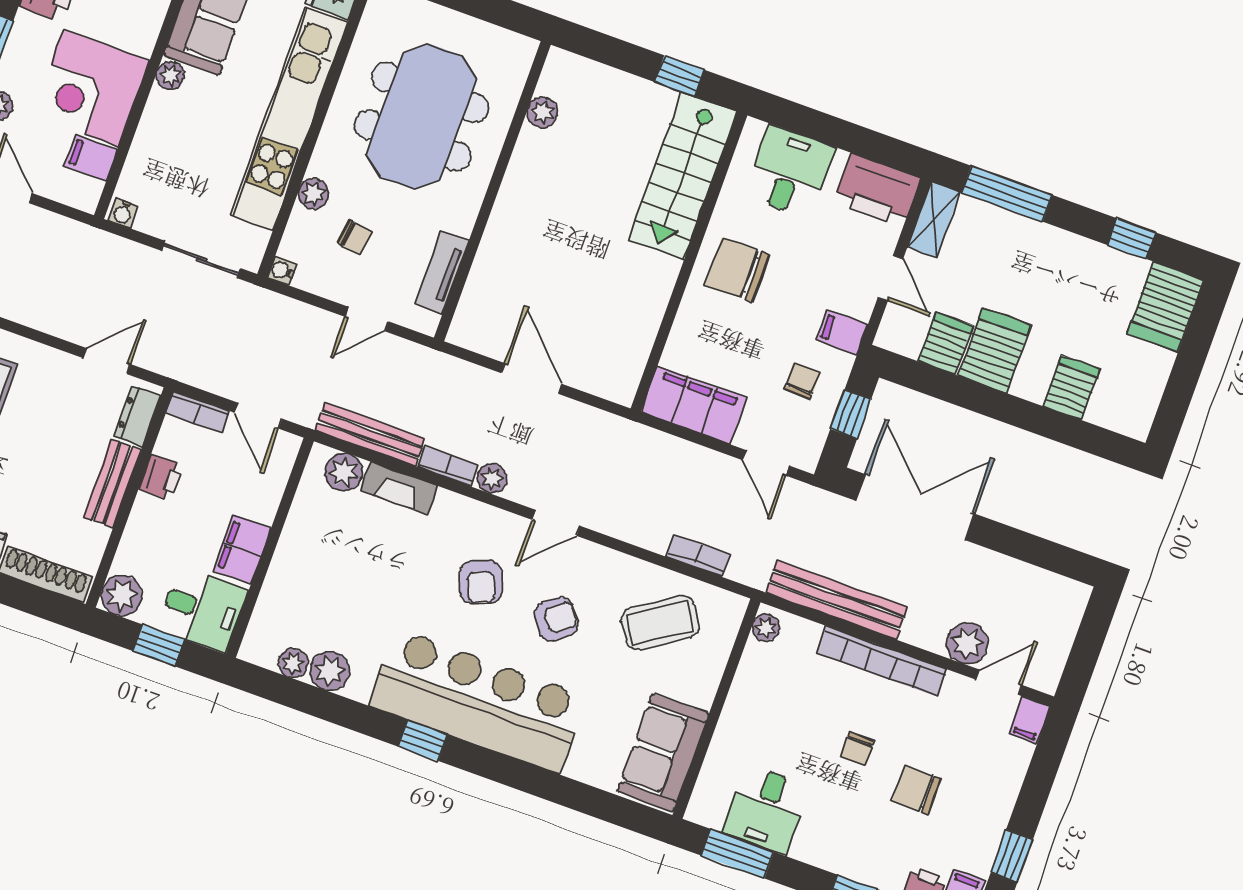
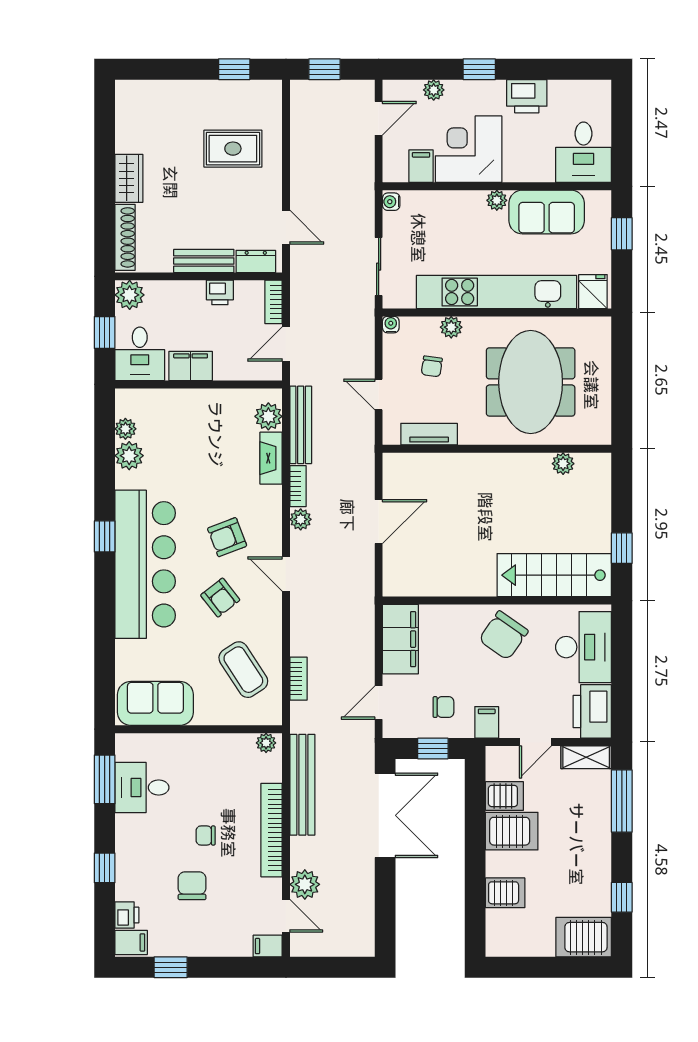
meeting table: (421, 116) -> (531, 382), turned 90
desk: (790, 172) -> (584, 647), width x1.37
chair: (737, 270) -> (503, 635), turned -145

